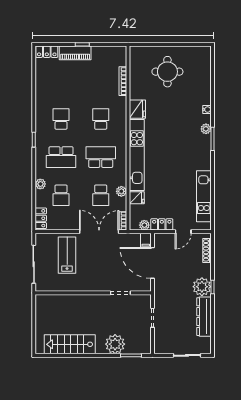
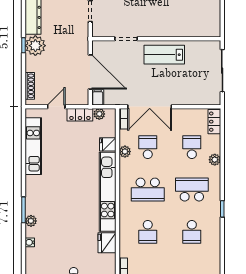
lab bench: (67, 255) -> (164, 55), moved, turned 90

